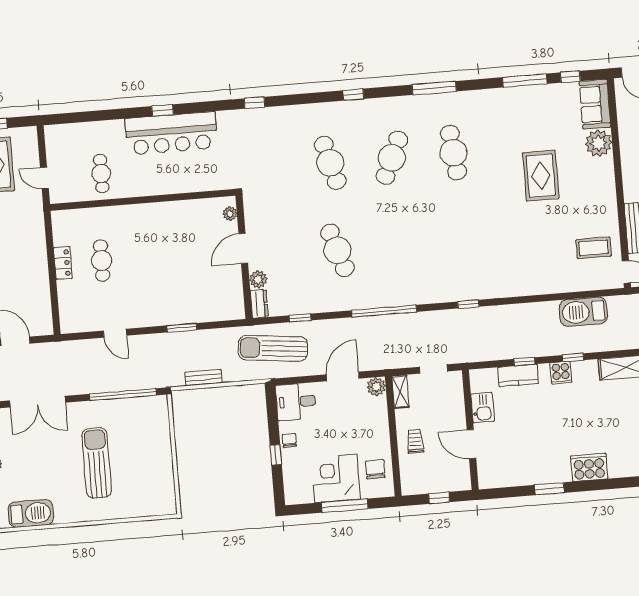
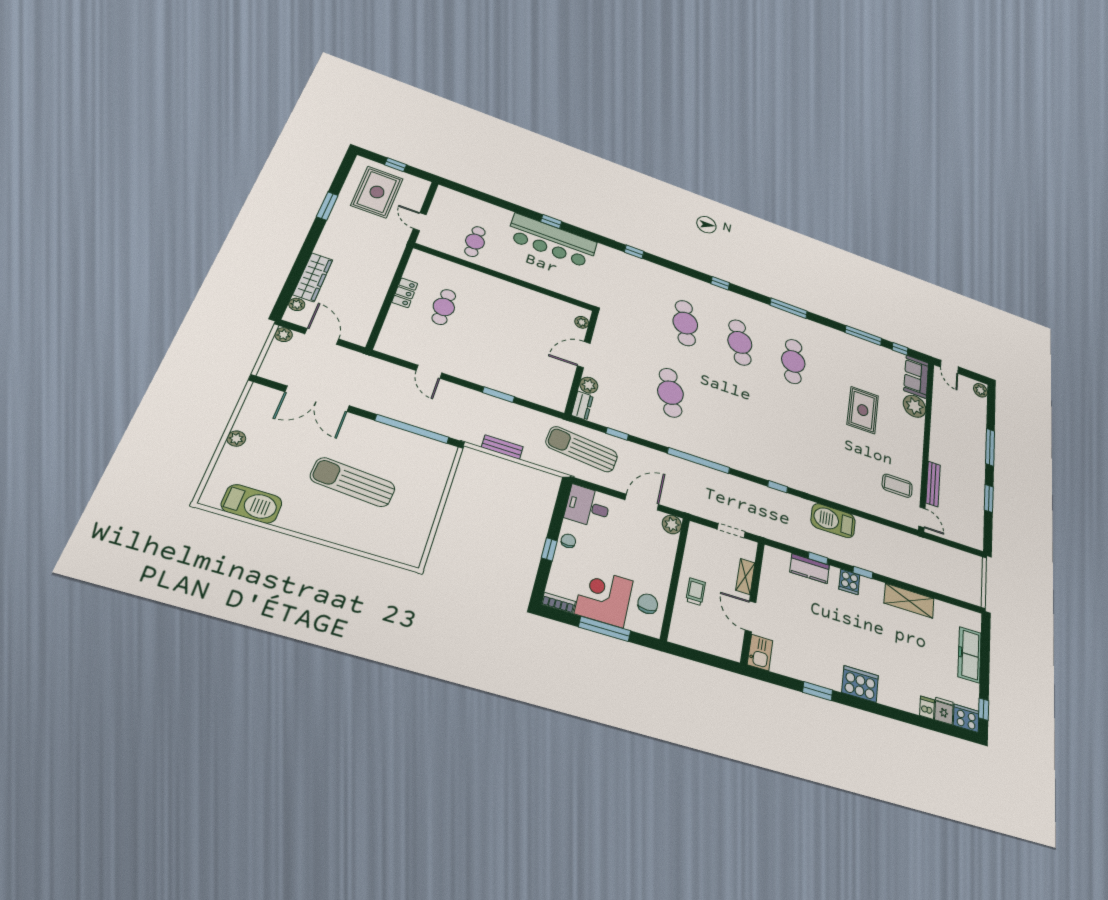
cafe table: (392, 158) -> (740, 342), turned -42
barbecue: (583, 312) -> (833, 521), moved
shelving: (400, 392) -> (745, 576), moved
kitchen sink: (482, 408) -> (760, 653), moved
sun lounger: (97, 463) -> (353, 482), turned -86
window: (439, 498) -> (705, 658), removed
bookcase: (299, 499) -> (558, 603), added

